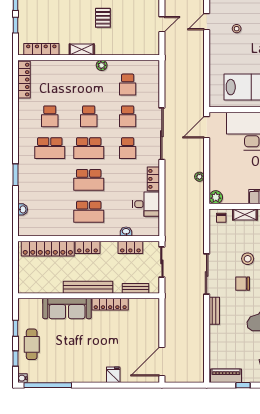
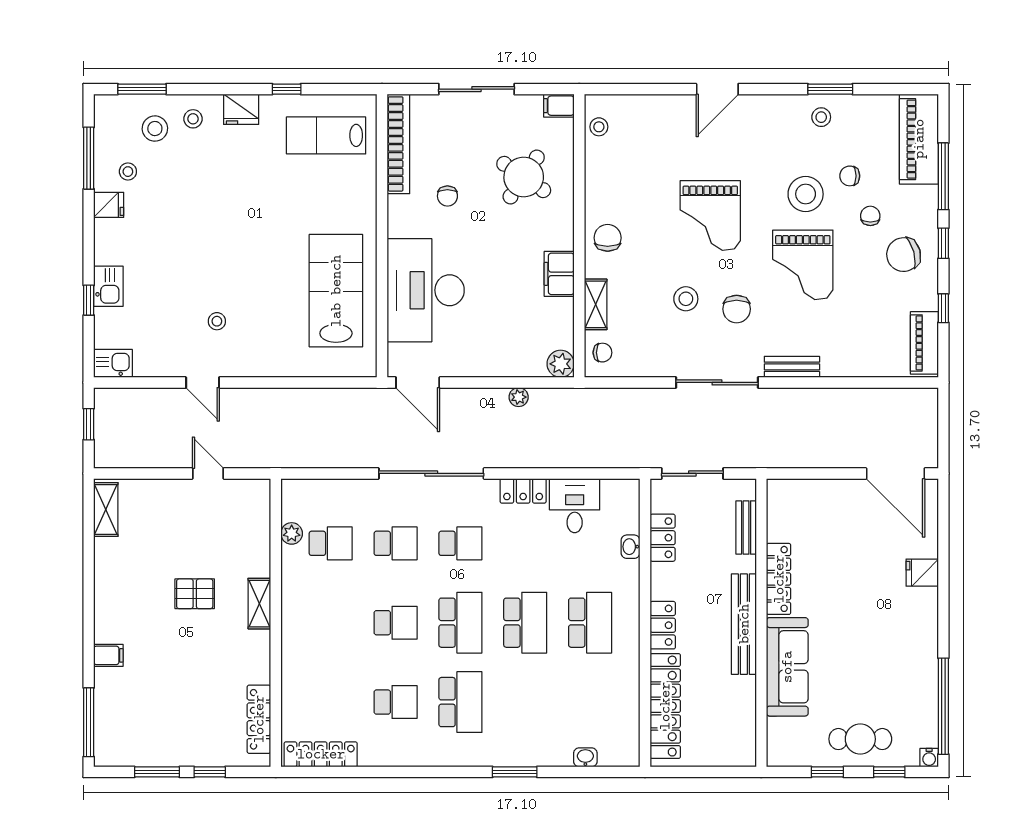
shelving: (82, 49) -> (259, 604), moved
plant: (102, 65) -> (292, 533), moved

